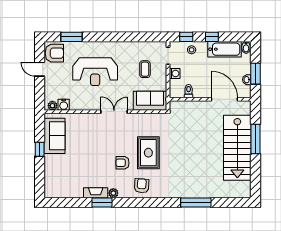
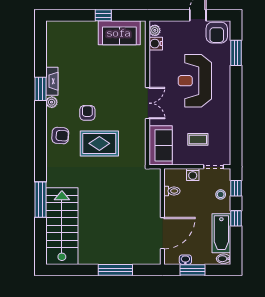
stairs: (237, 148) -> (62, 226), moved, turned 90

